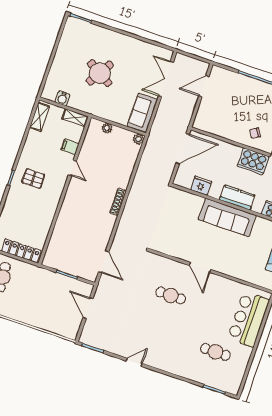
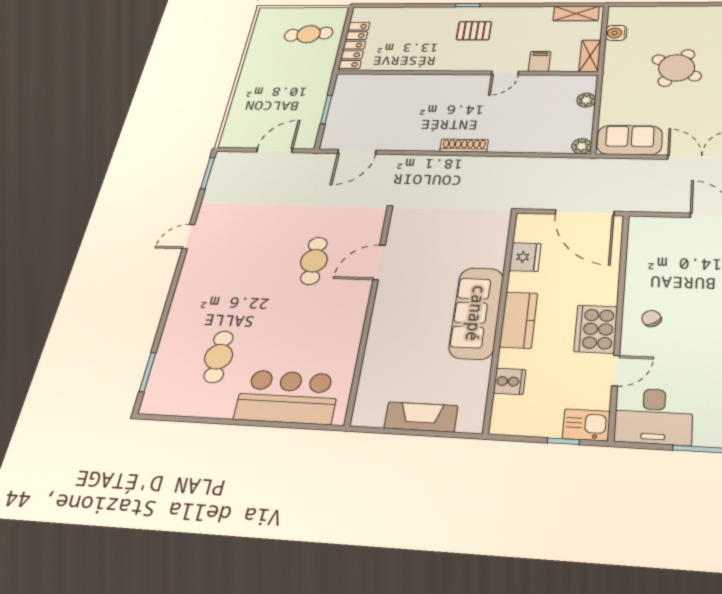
pallet: (33, 179) -> (474, 31), turned 90
door: (200, 267) -> (379, 262), moved
door: (134, 362) -> (188, 237), swing flipped

